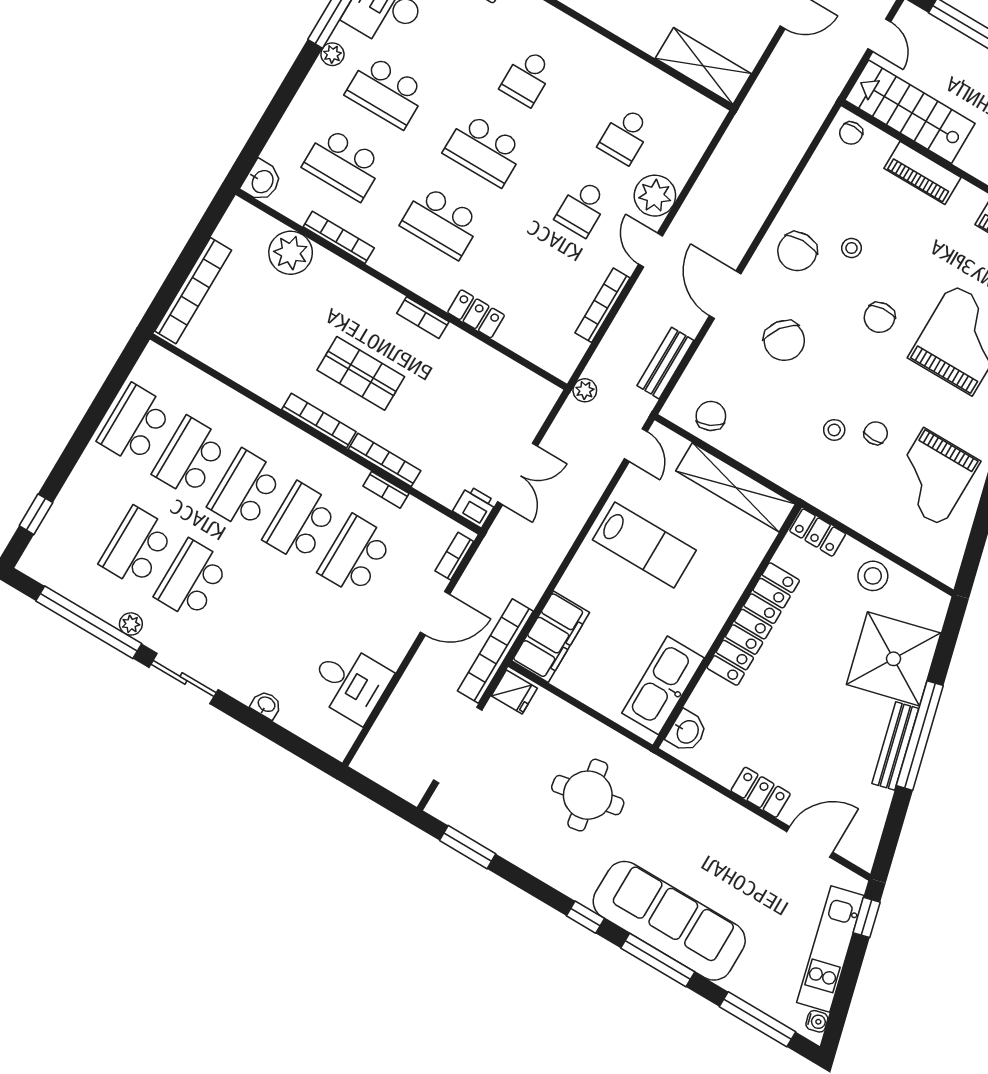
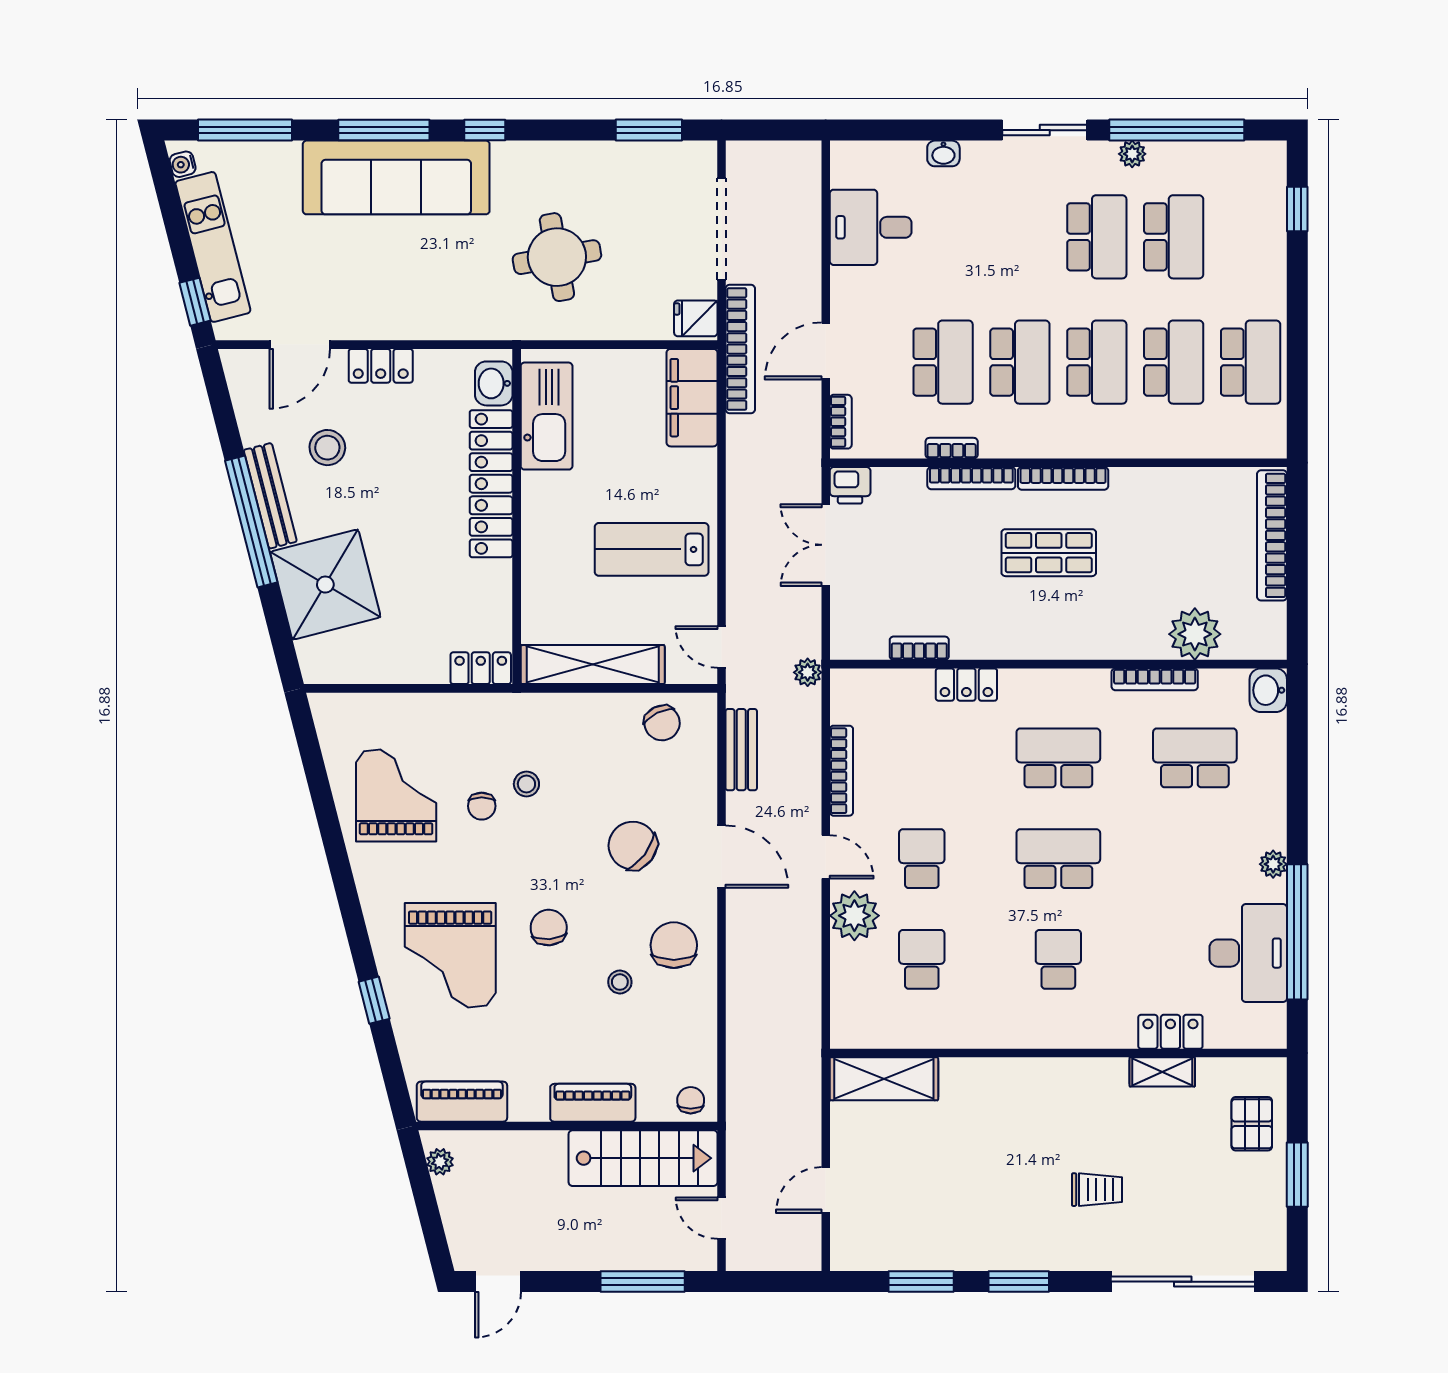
school desk: (386, 92) -> (1195, 859), removed
bookcase: (423, 318) -> (919, 648), moved
stool: (873, 576) -> (327, 448), moved
locker: (753, 624) -> (491, 484), moved

